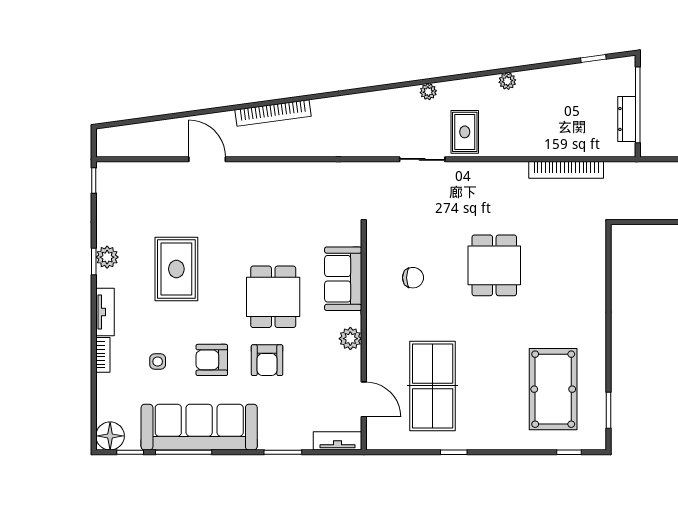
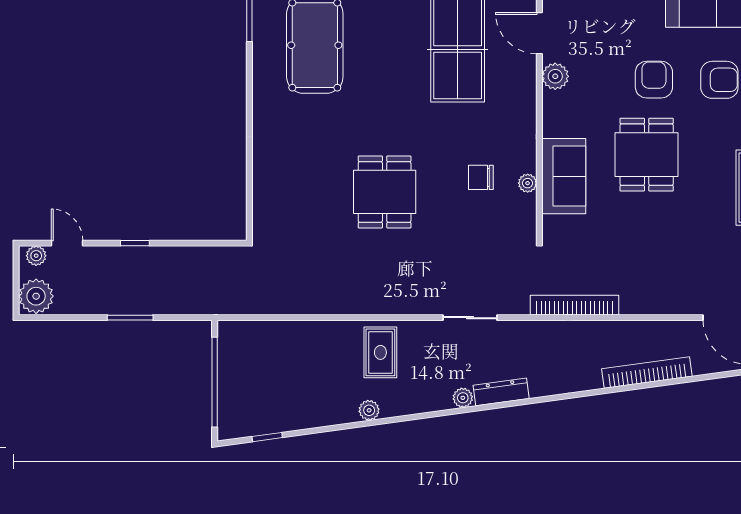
dresser: (627, 119) -> (501, 392), moved, turned -98
rug: (465, 132) -> (380, 352), moved
bookcase: (566, 170) -> (574, 305), moved
plant: (374, 273) -> (528, 183), added
plant: (350, 339) -> (555, 76), moved

